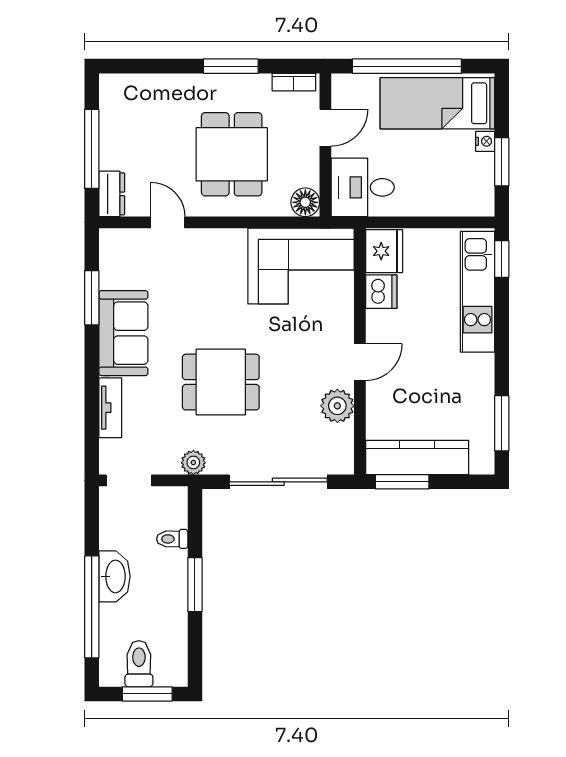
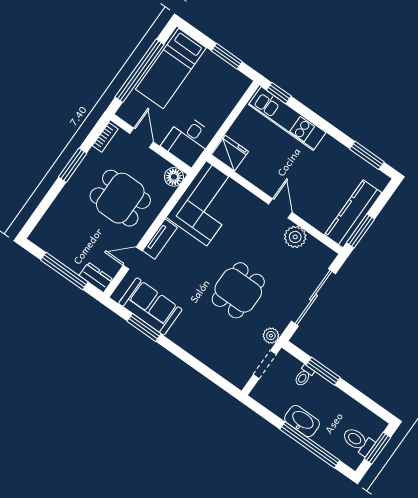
nightstand: (485, 141) -> (209, 57), removed
dishwasher: (381, 292) -> (251, 170), removed
sofa: (123, 333) -> (150, 306), moved
tv unit: (110, 408) -> (160, 239), moved, turned 90
doorway: (129, 480) -> (265, 364), moved
window: (195, 585) -> (323, 371), moved

